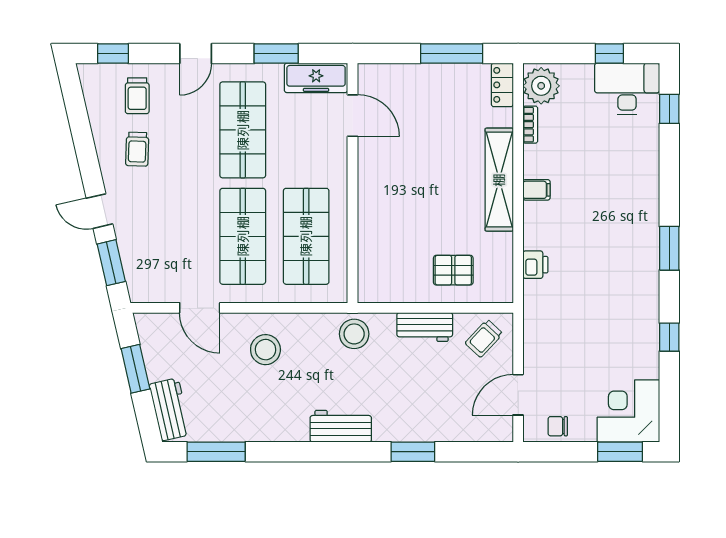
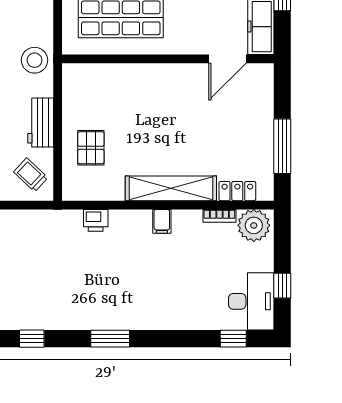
locker: (502, 85) -> (237, 191), moved

